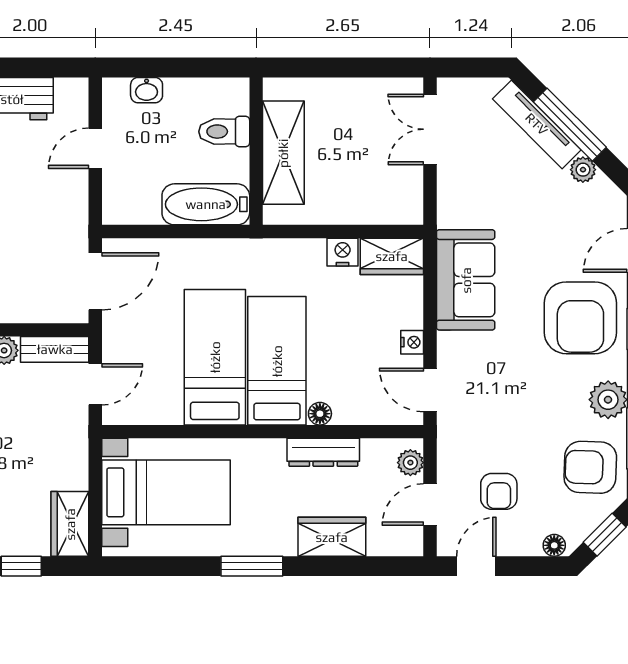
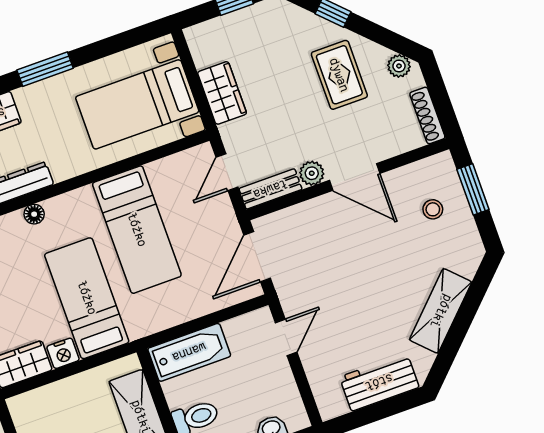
door: (95, 148) -> (286, 337), moved
bed: (277, 361) -> (87, 298), moved, turned 180
wardrobe: (70, 524) -> (222, 93), moved

